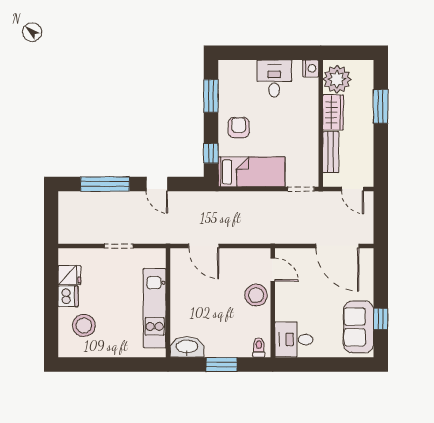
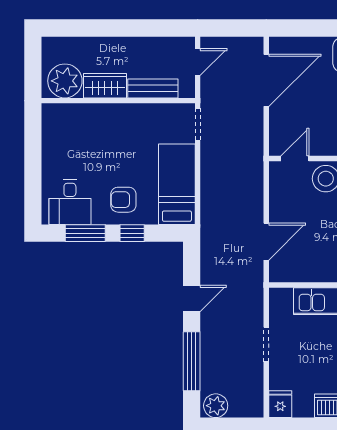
nightstand: (311, 68) -> (52, 113), removed
desk: (274, 78) -> (70, 202), moved, turned -90
window: (381, 106) -> (98, 28), removed
window: (211, 153) -> (132, 233), moved
plant: (68, 204) -> (216, 406), added
fridge: (69, 275) -> (280, 404), moved

